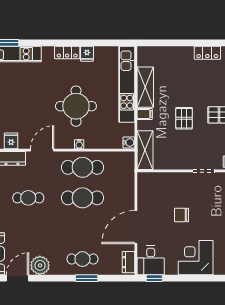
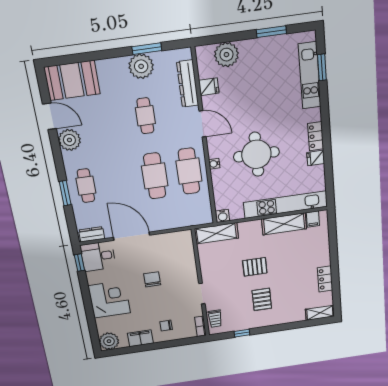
filing cabinet: (145, 114) -> (313, 219), moved

